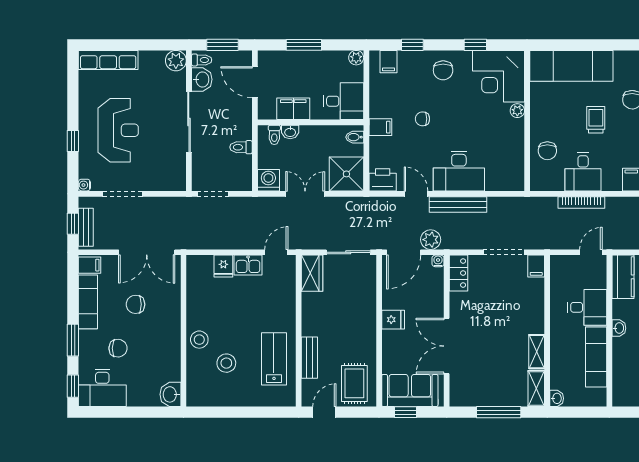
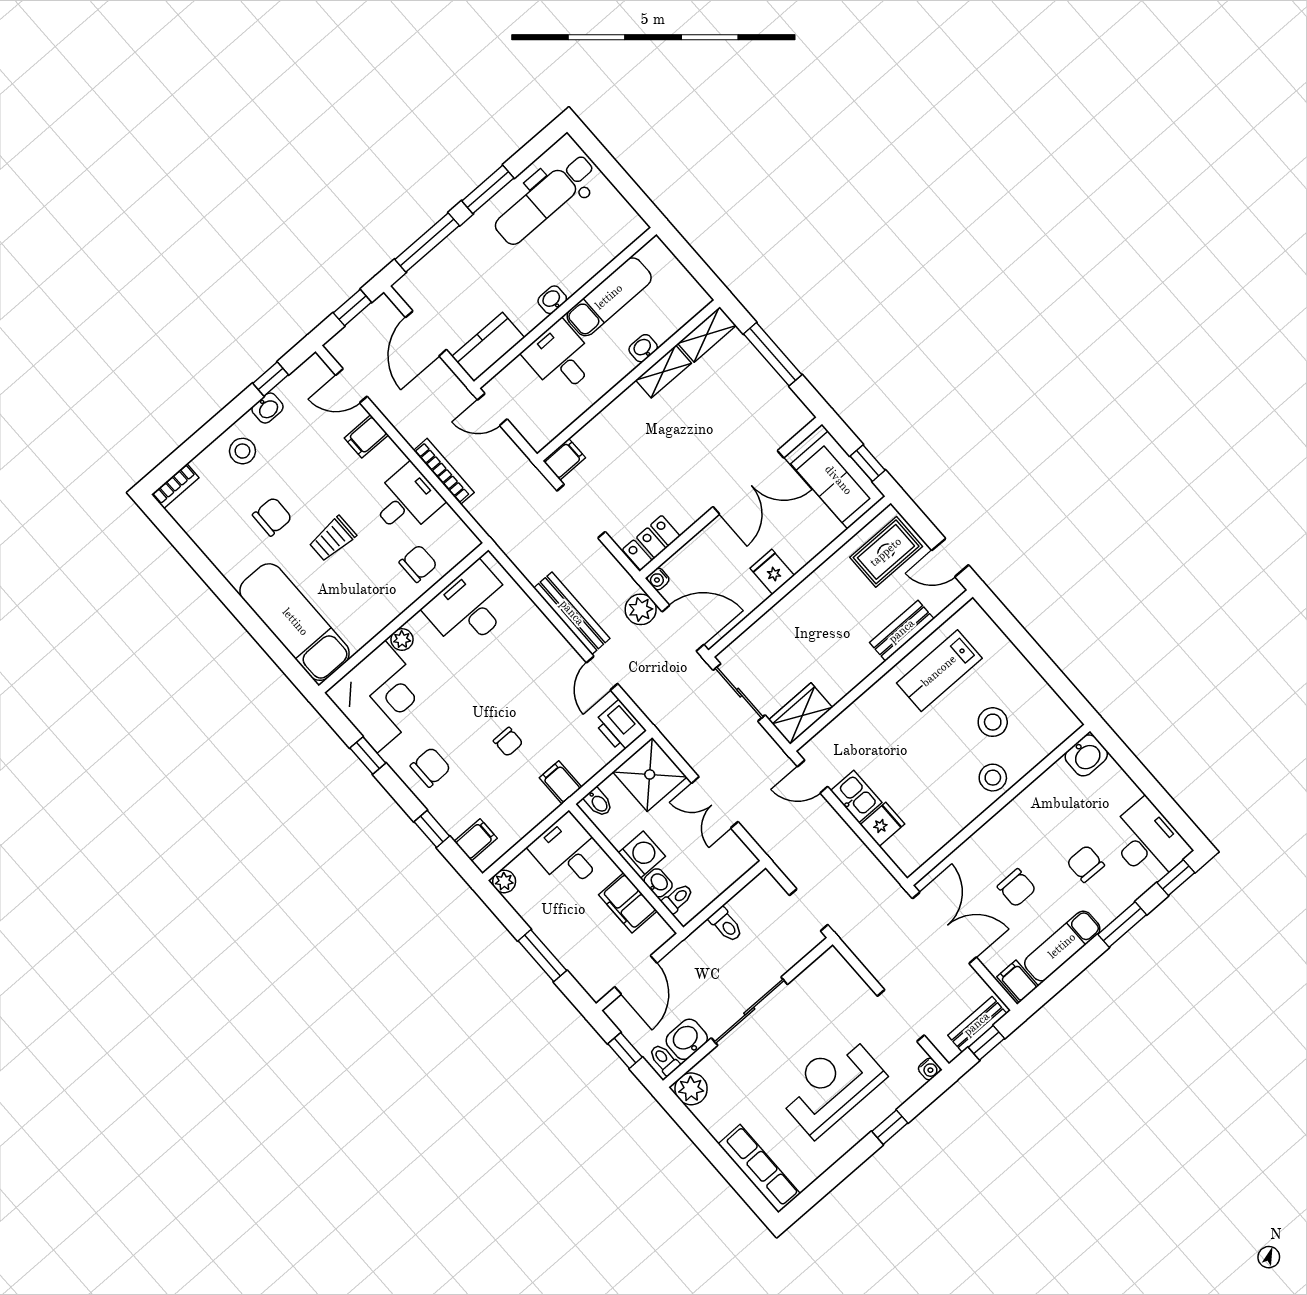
window: (223, 45) -> (625, 1050), width x0.67
desk: (459, 171) -> (470, 607), moved, turned -90
washing machine: (268, 180) -> (642, 855), moved, turned 180
washbasin: (557, 398) -> (643, 348), moved

